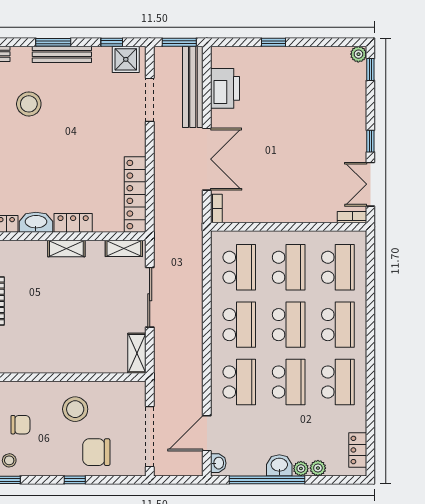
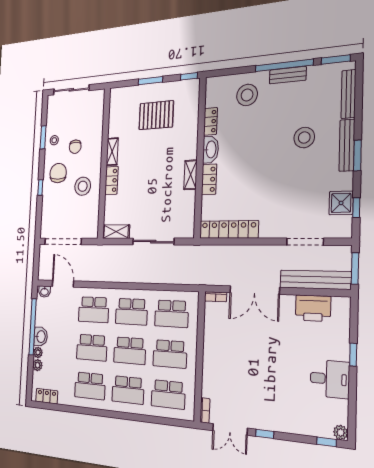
bench: (62, 54) -> (347, 145), moved
shower: (126, 59) -> (341, 203), moved
desk: (302, 68) -> (330, 379), added
double door: (370, 184) -> (230, 429), swing flipped
shelving: (124, 248) -> (112, 152), moved
locker: (69, 364) -> (111, 180), added
chair: (96, 452) -> (58, 173), moved

